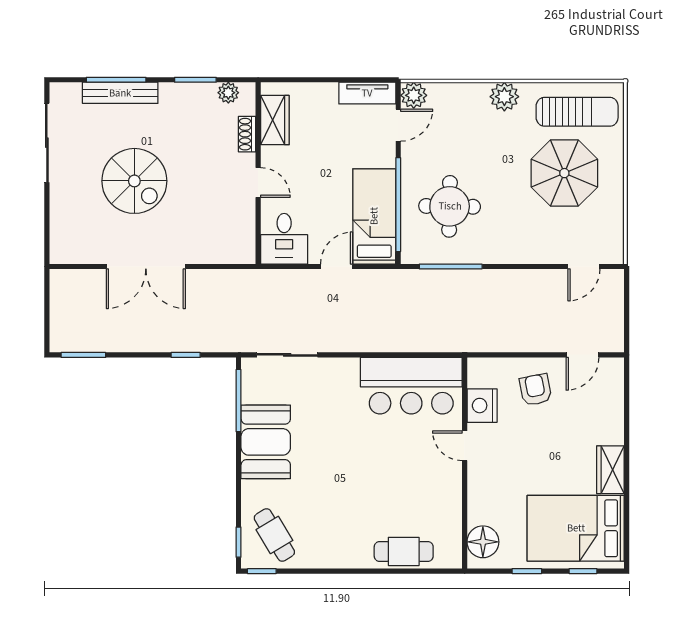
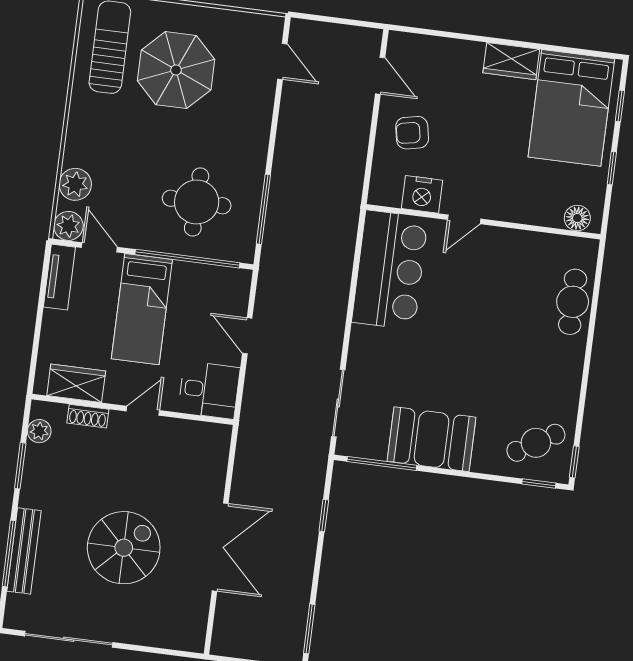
plant: (504, 97) -> (75, 184), moved
bed: (374, 216) -> (142, 309), moved, turned -90
floor lamp: (483, 542) -> (577, 218), width x0.73, depth x0.73

